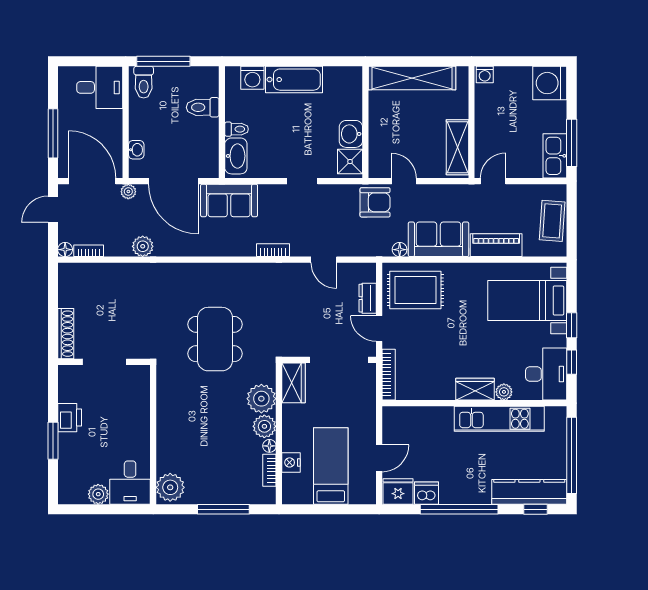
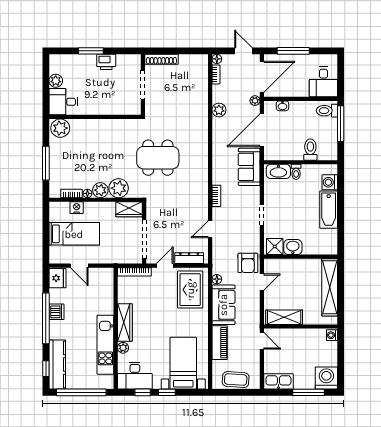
window: (572, 143) -> (309, 392), moved
dresser: (368, 298) -> (189, 258), width x1.44
wardrobe: (475, 389) -> (125, 323), width x1.50
dishwasher: (427, 493) -> (56, 312), moved

